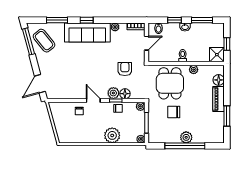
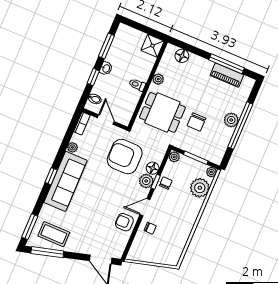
window: (57, 20) -> (30, 227), moved
coffee table: (44, 41) -> (54, 234), turned 39
window: (227, 44) -> (145, 29), removed
armchair: (125, 69) -> (125, 157), width x1.88, depth x1.88
armchair: (75, 90) -> (124, 222), added
piano: (218, 99) -> (227, 75), moved
window: (227, 116) -> (227, 64), width x1.44
plant: (112, 135) -> (200, 188), moved

